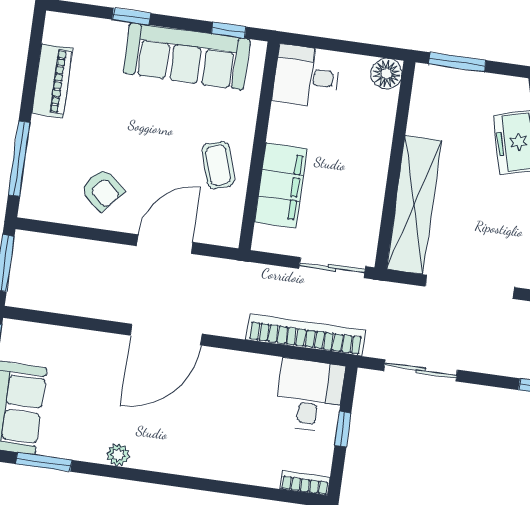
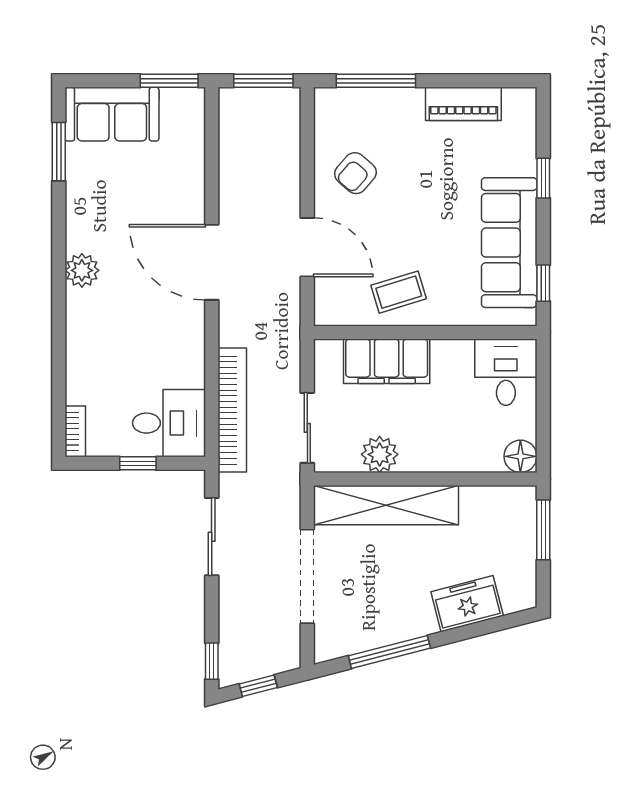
plant: (366, 204) -> (380, 454), added
plant: (118, 455) -> (82, 270), moved, width x1.38, depth x1.38

